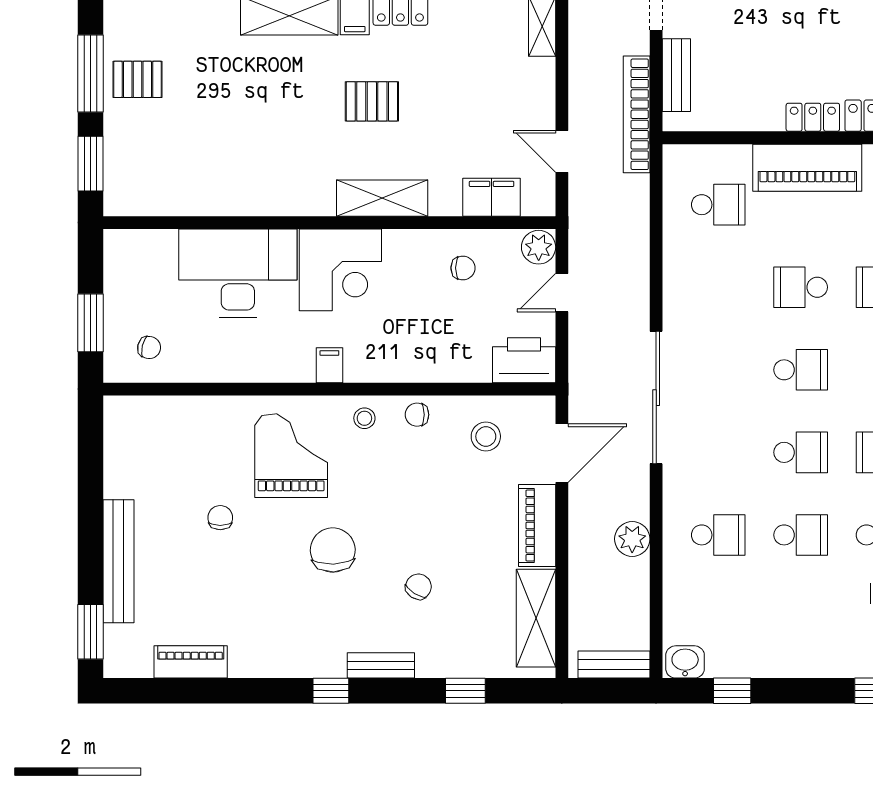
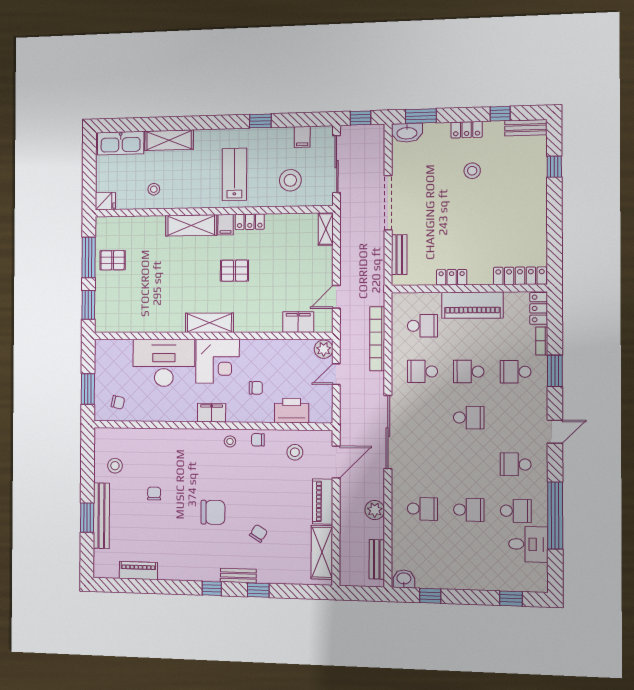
bookcase: (637, 114) -> (377, 339), moved
locker: (813, 117) -> (452, 277), moved
door: (562, 151) -> (336, 297), hinge flipped
shelving: (382, 198) -> (209, 323), moved
chair: (463, 268) -> (256, 388), moved
printer: (524, 360) -> (292, 411), moved
filing cabinet: (329, 365) -> (212, 413), width x2.00
school desk: (801, 452) -> (422, 371), moved, turned 180
grand piano: (291, 456) -> (191, 461), removed
stool: (144, 467) -> (115, 466), added
chair: (333, 550) -> (213, 512), turned 92
window: (91, 632) -> (87, 518), moved
bench: (614, 664) -> (377, 559), moved, turned 90
window: (465, 691) -> (258, 590), moved

